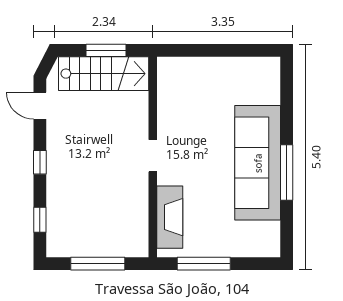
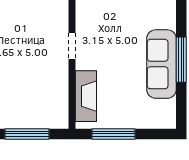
sofa: (258, 163) -> (161, 64), width x0.74, depth x0.79

